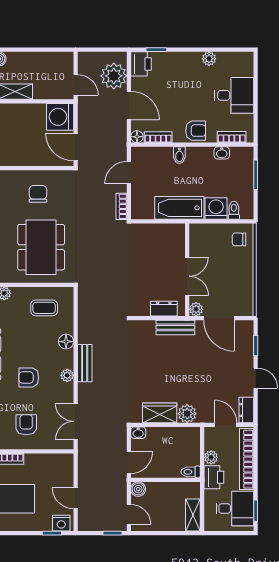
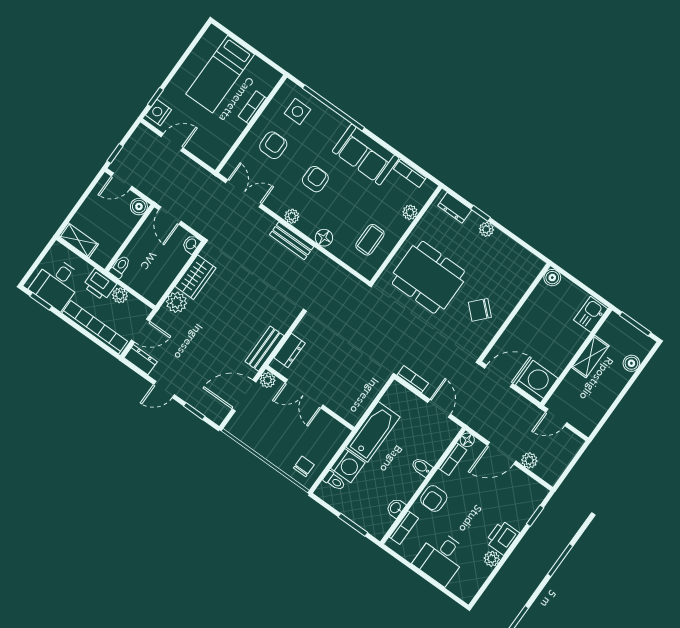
printer: (141, 64) -> (502, 538), moved, turned 90
plant: (114, 76) -> (529, 460), width x0.53, depth x0.53
chair: (38, 194) -> (480, 310), turned 133
armchair: (26, 425) -> (273, 145), turned -90

